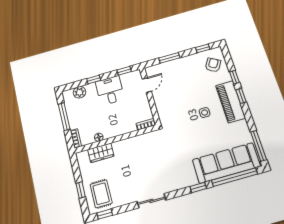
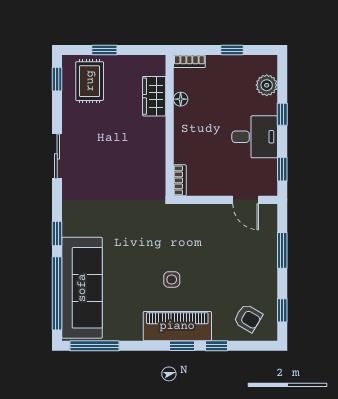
window: (64, 117) -> (232, 50), width x0.46
rug: (101, 194) -> (90, 81), turned 90

